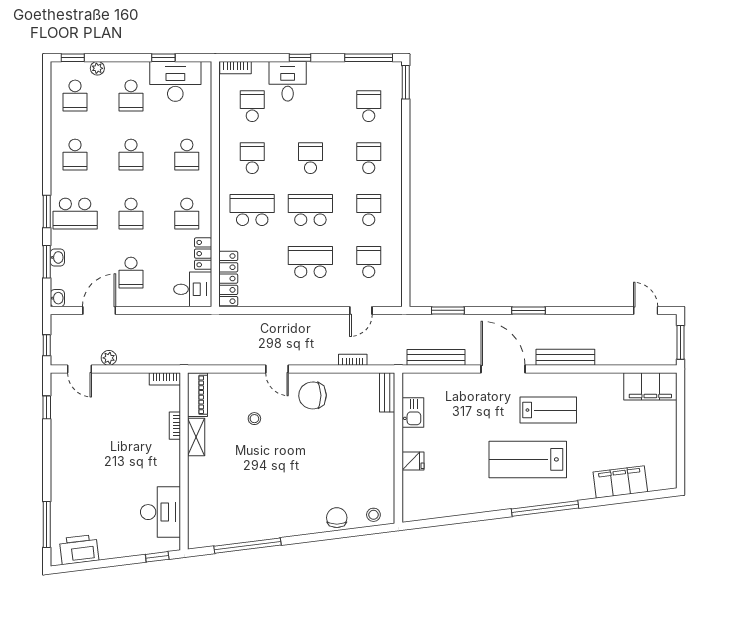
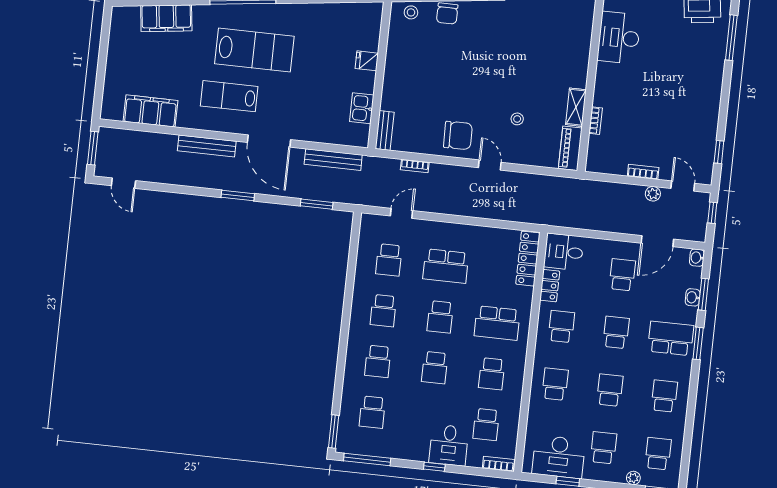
school desk: (310, 210) -> (440, 317), width x0.54
bookcase: (165, 379) -> (643, 172), moved
filing cabinet: (650, 386) -> (151, 111), moved

